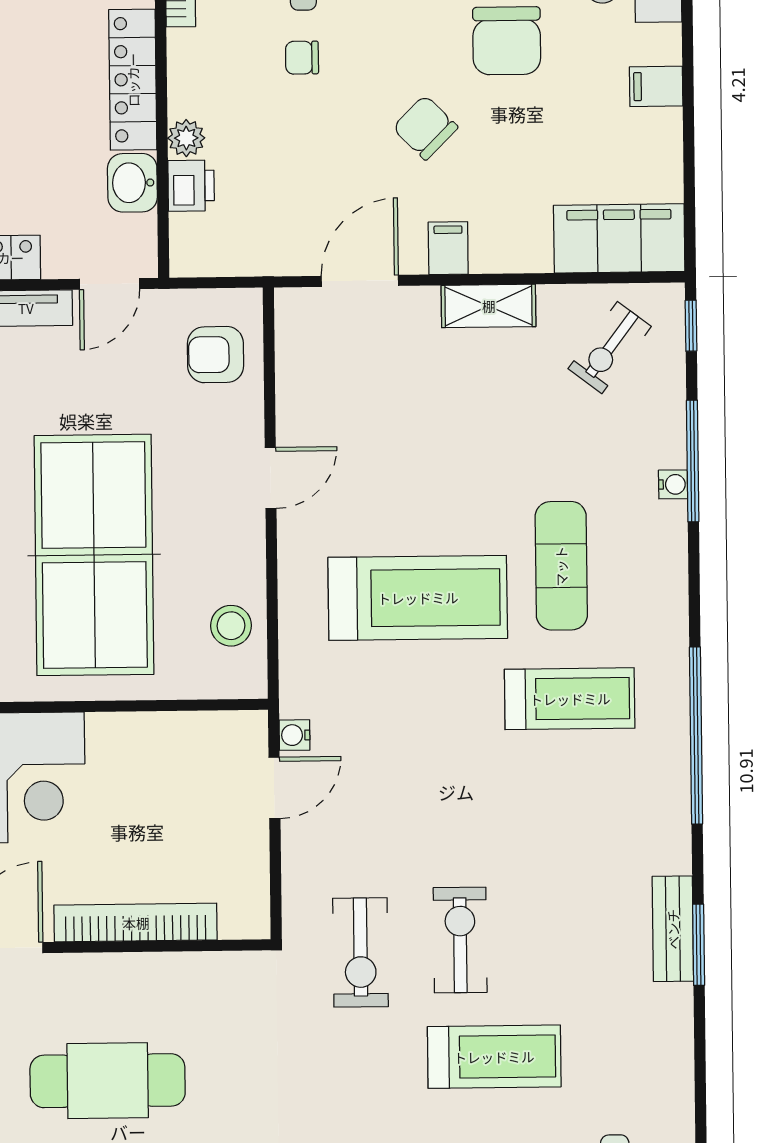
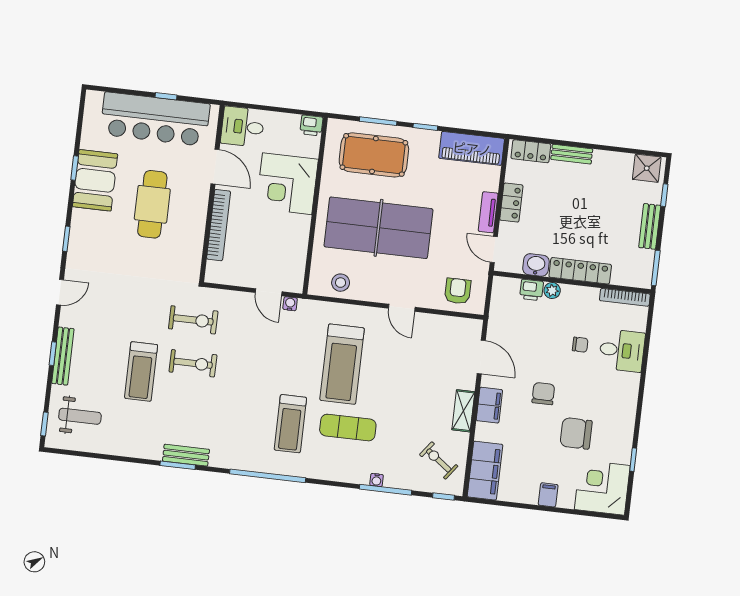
chair: (302, 58) -> (580, 345), turned 90
chair: (425, 128) -> (543, 394), turned -45
filing cabinet: (448, 248) -> (489, 405), width x2.00
exercise bike: (360, 952) -> (193, 320), turned 180

